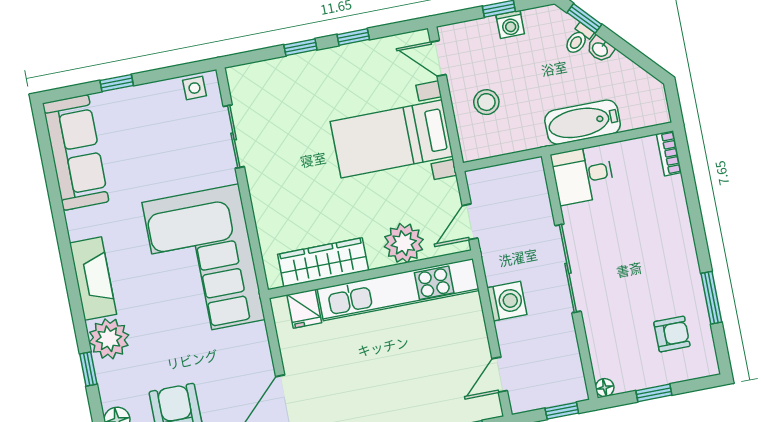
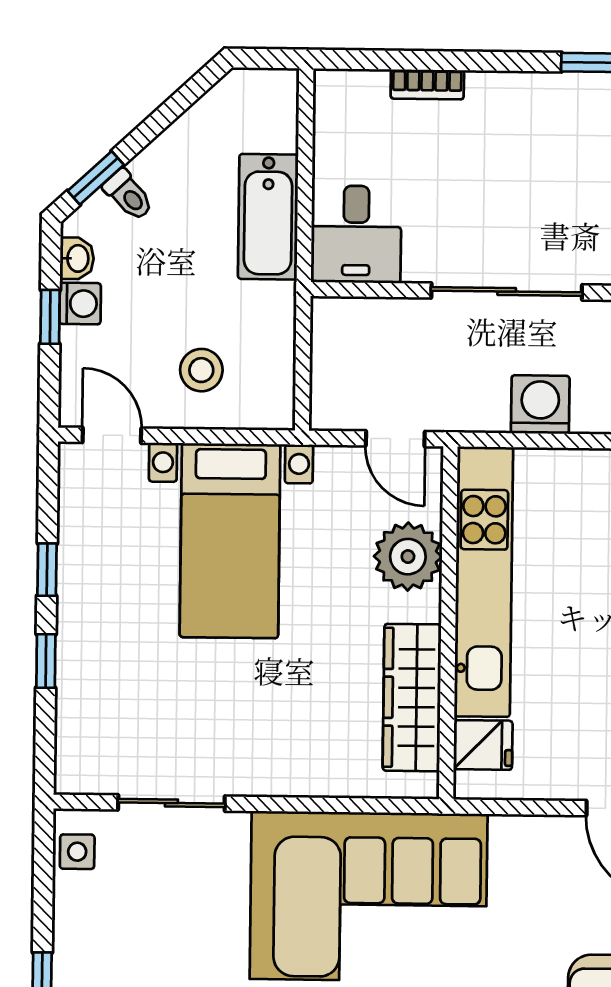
washbasin: (600, 49) -> (77, 258), moved, turned -47
door: (438, 58) -> (112, 435), swing flipped
bookcase: (669, 153) -> (427, 84), moved

